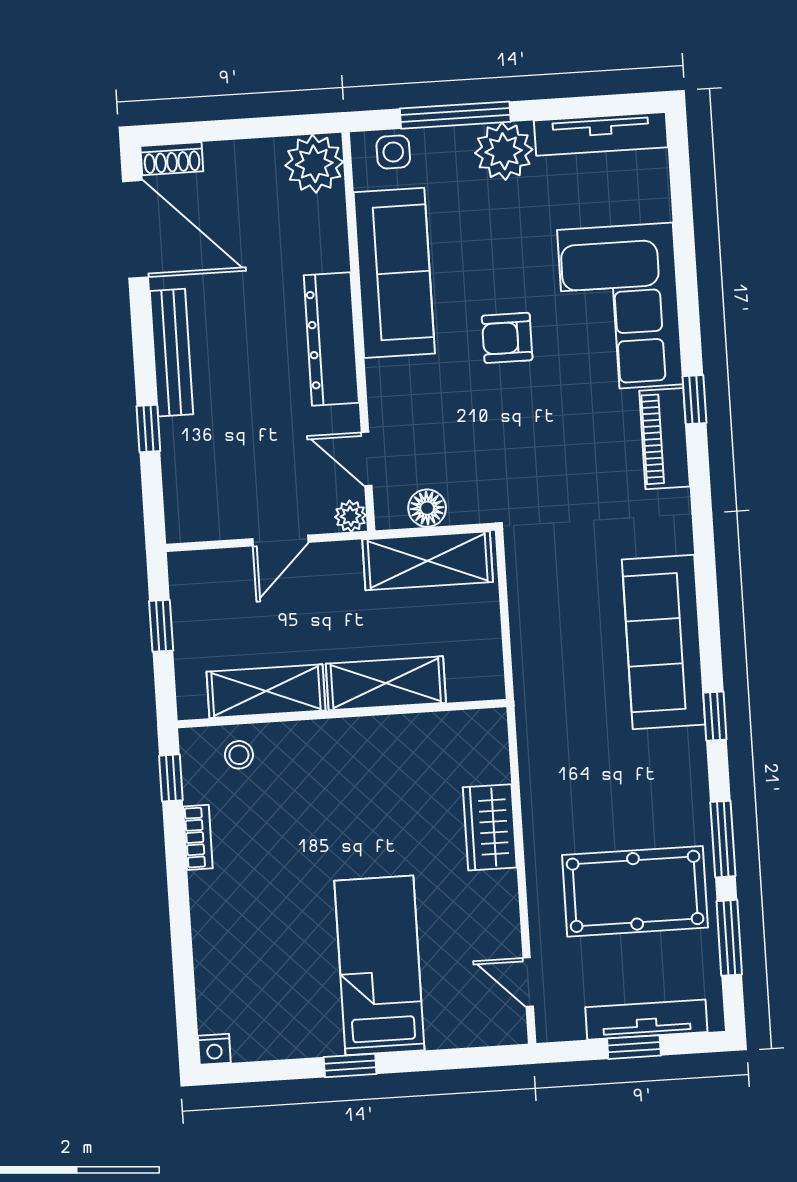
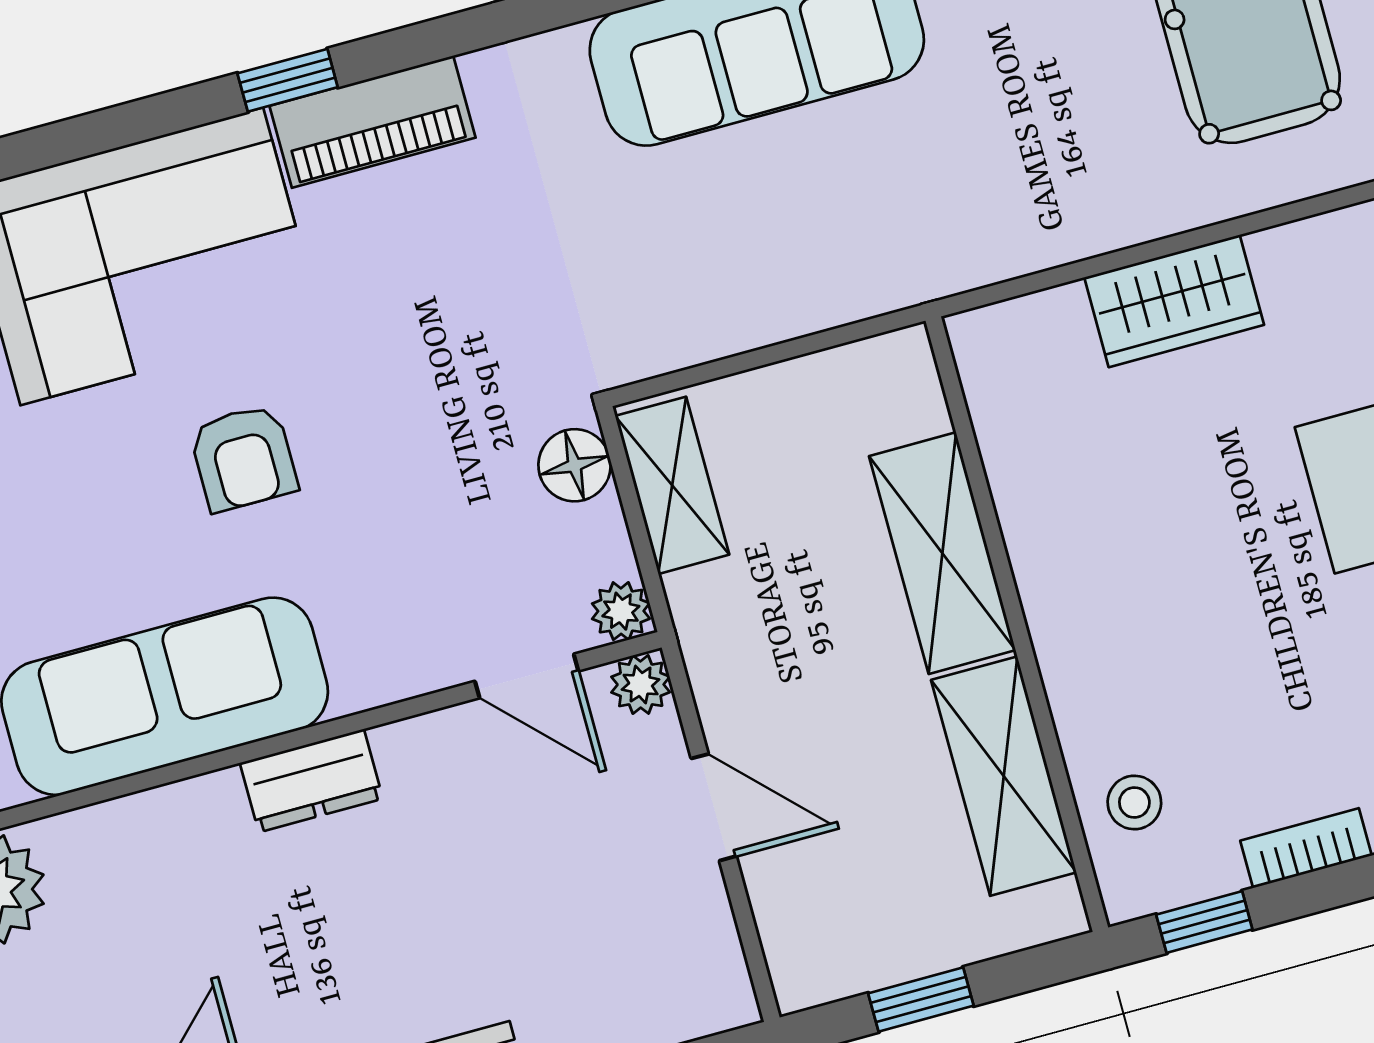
dresser: (331, 339) -> (311, 781), width x0.51, depth x0.80
door: (367, 459) -> (527, 676), hinge flipped
floor lamp: (427, 508) -> (575, 465), moved
plant: (390, 514) -> (621, 611), added
shelving: (428, 561) -> (672, 485), width x0.67, depth x0.75

